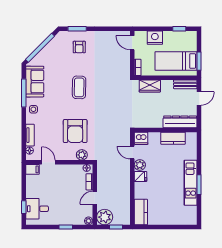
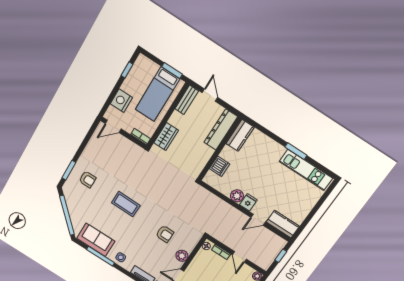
armchair: (75, 131) -> (165, 234), width x0.53, depth x0.53
dishwasher: (141, 138) -> (220, 166), moved
kitchen counter: (173, 138) -> (240, 135), moved
door: (132, 153) -> (258, 220), moved
plant: (82, 155) -> (182, 256), moved
kitchen unit: (191, 183) -> (306, 170), moved
plant: (105, 217) -> (264, 260), removed

